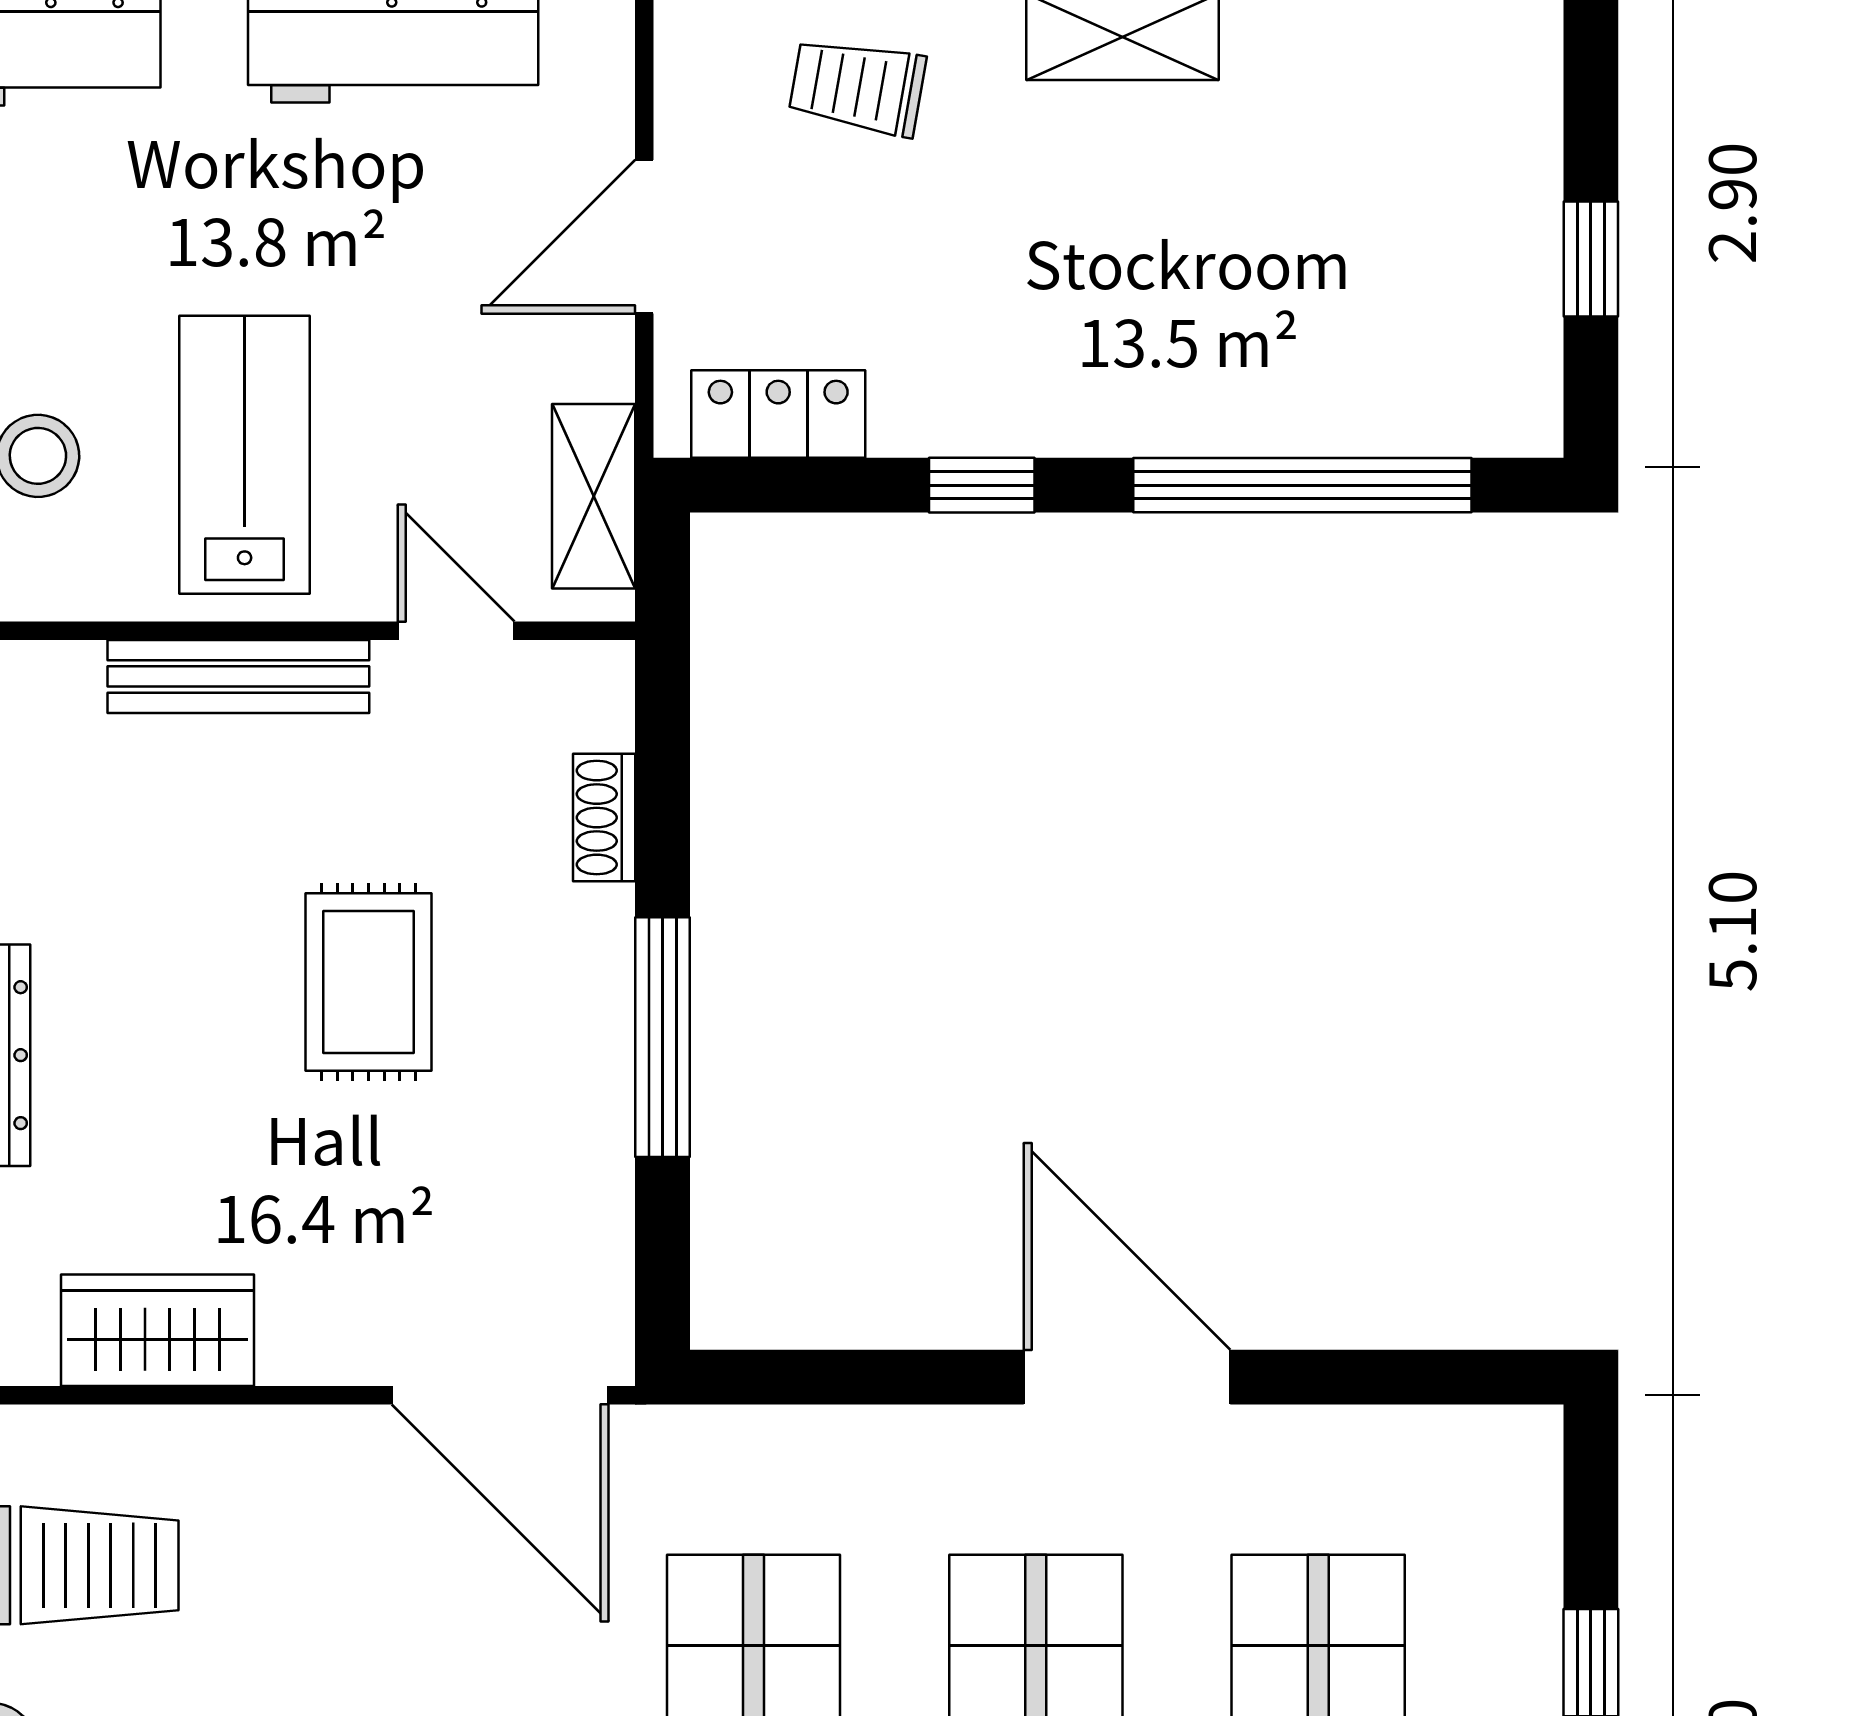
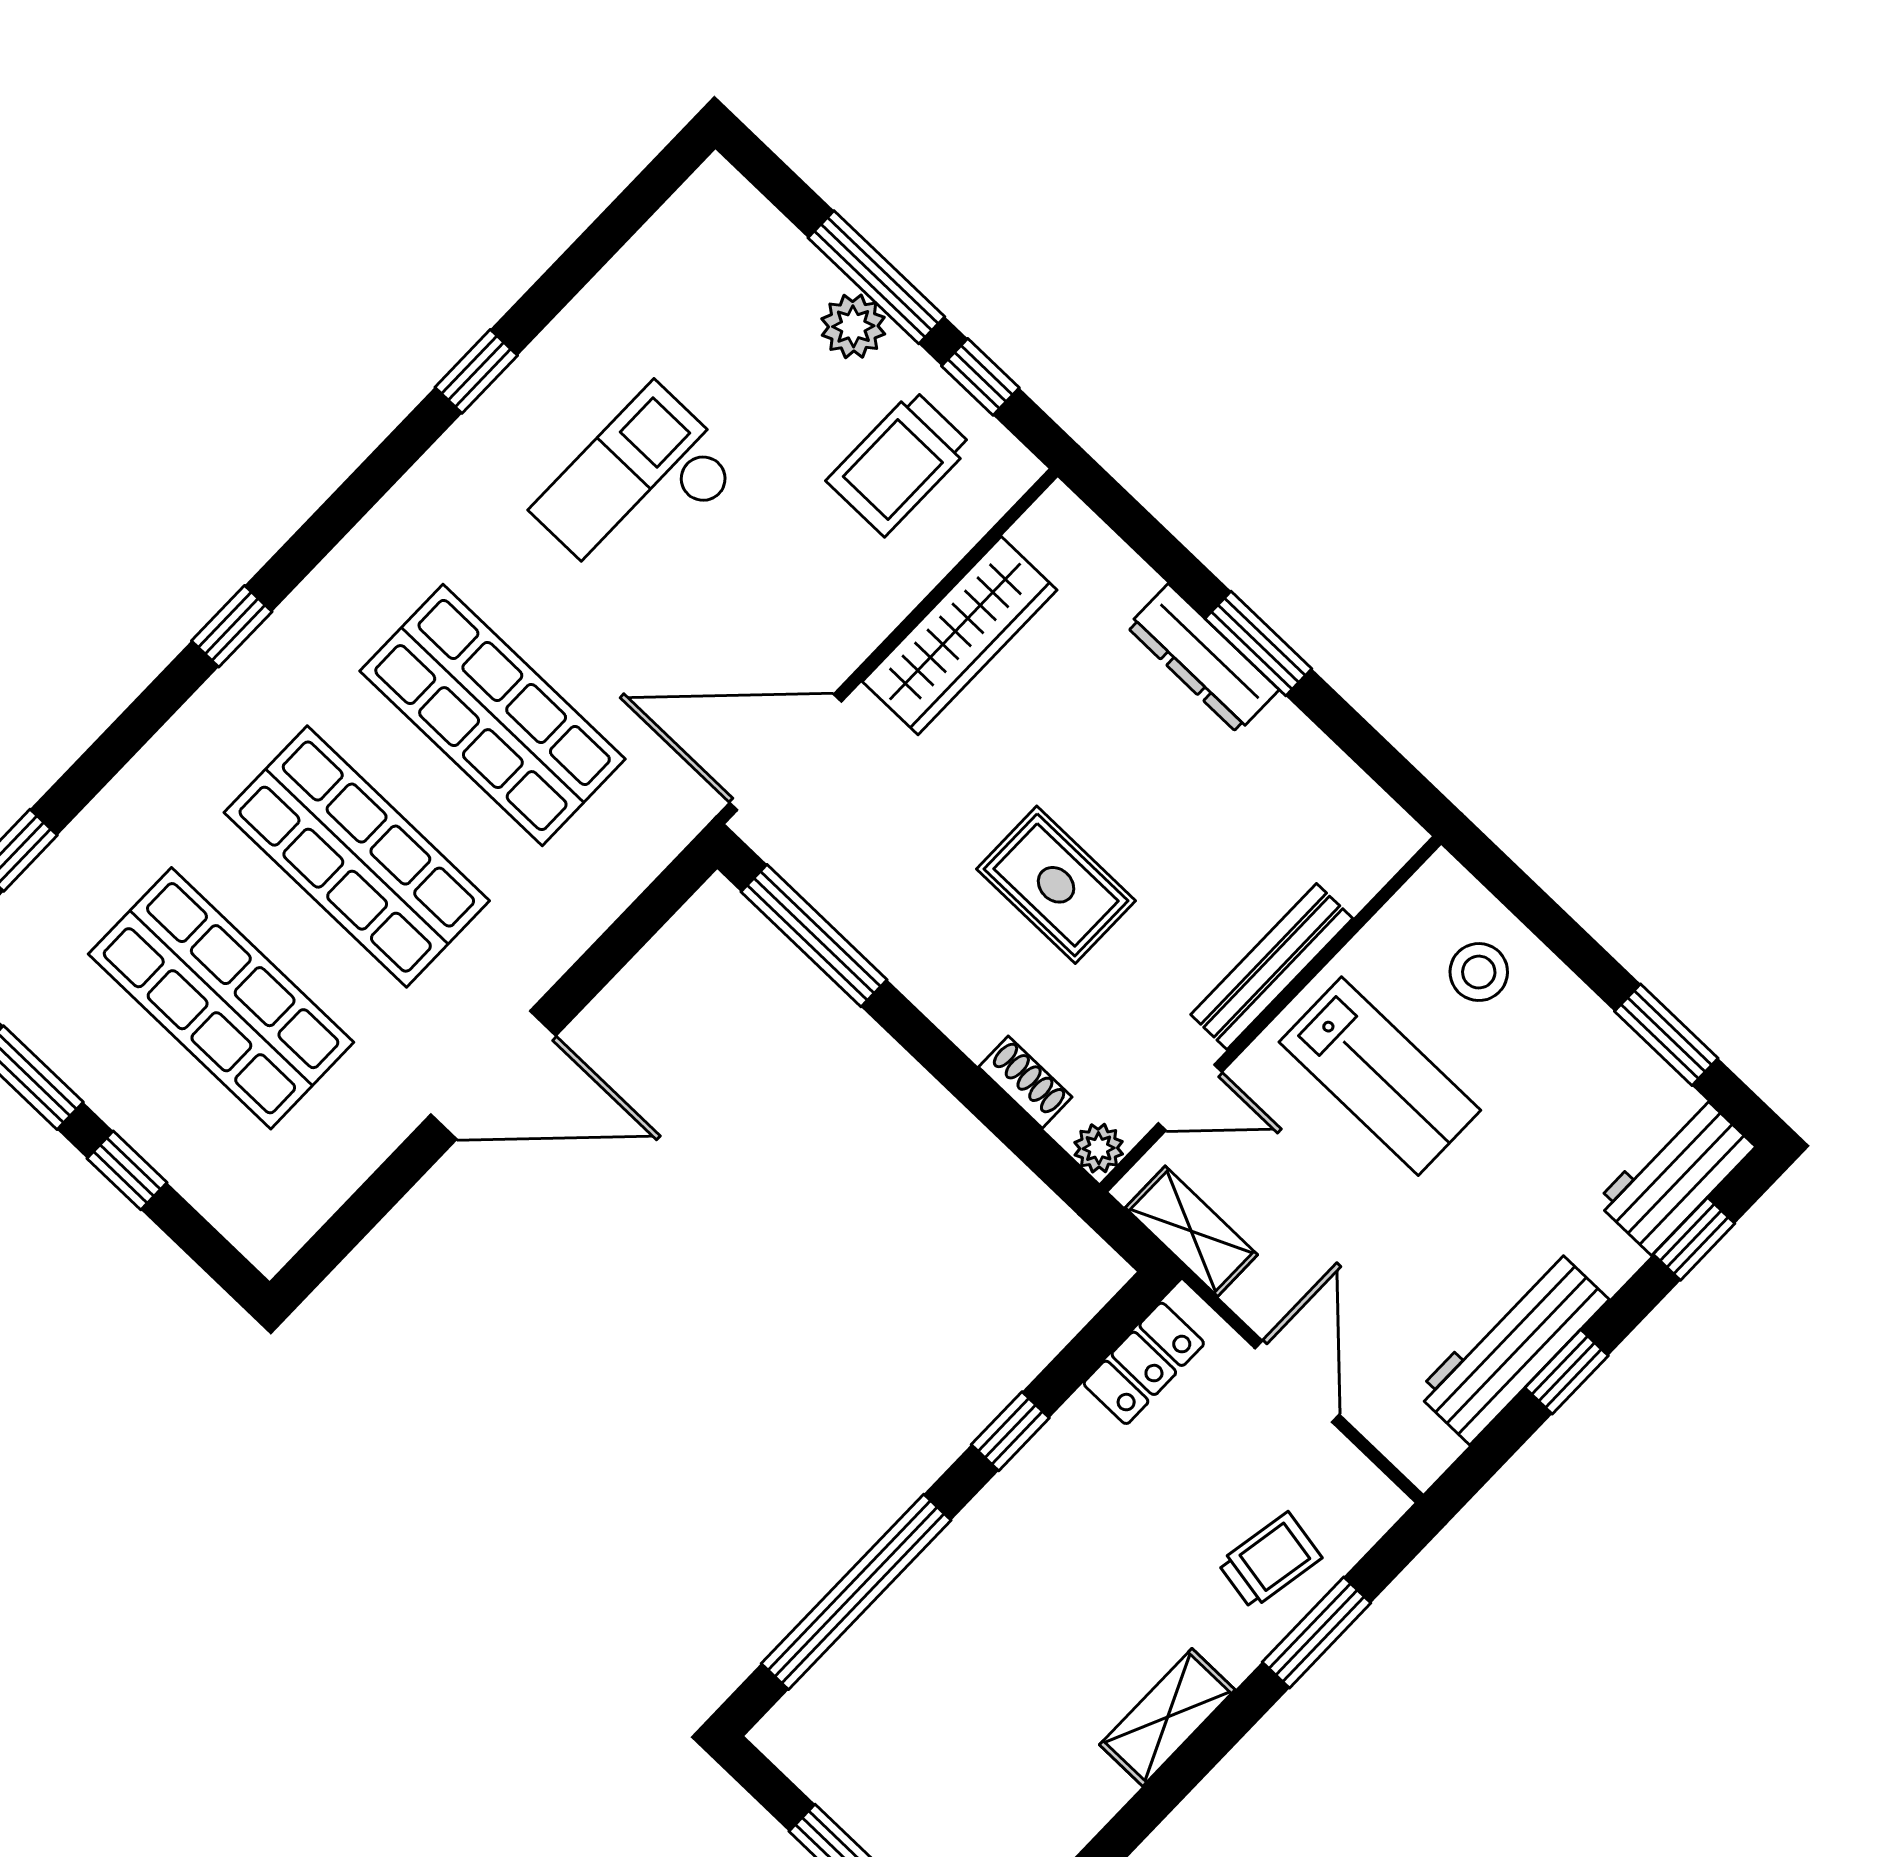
plant: (600, 675) -> (1099, 1148), added
window: (662, 1037) -> (814, 936), moved
wardrobe: (157, 1330) -> (960, 636), width x1.50

